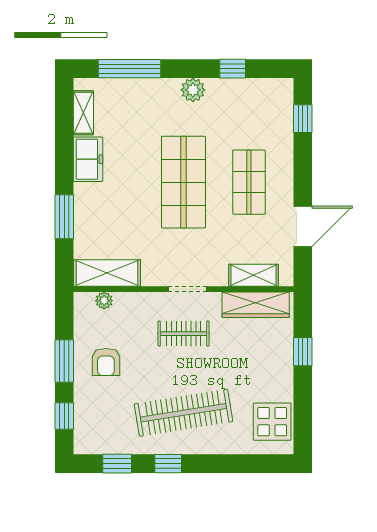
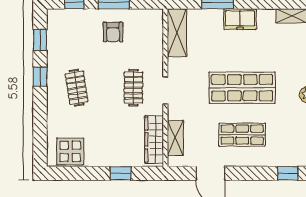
freezer: (88, 159) -> (240, 19), moved
plant: (104, 301) -> (157, 31), removed
armchair: (106, 362) -> (113, 32), turned -90
clothes rail: (183, 413) -> (77, 88), width x0.54, depth x0.76

